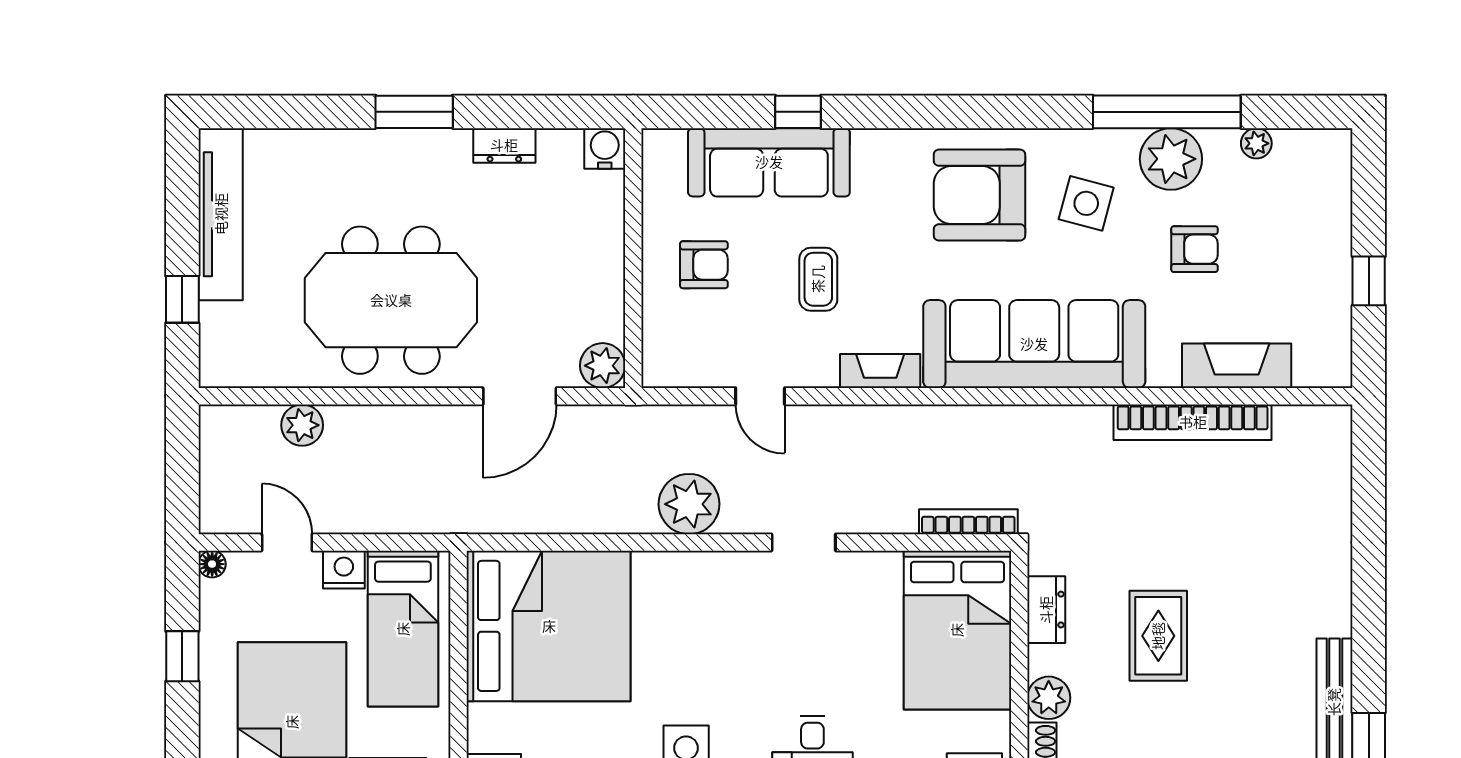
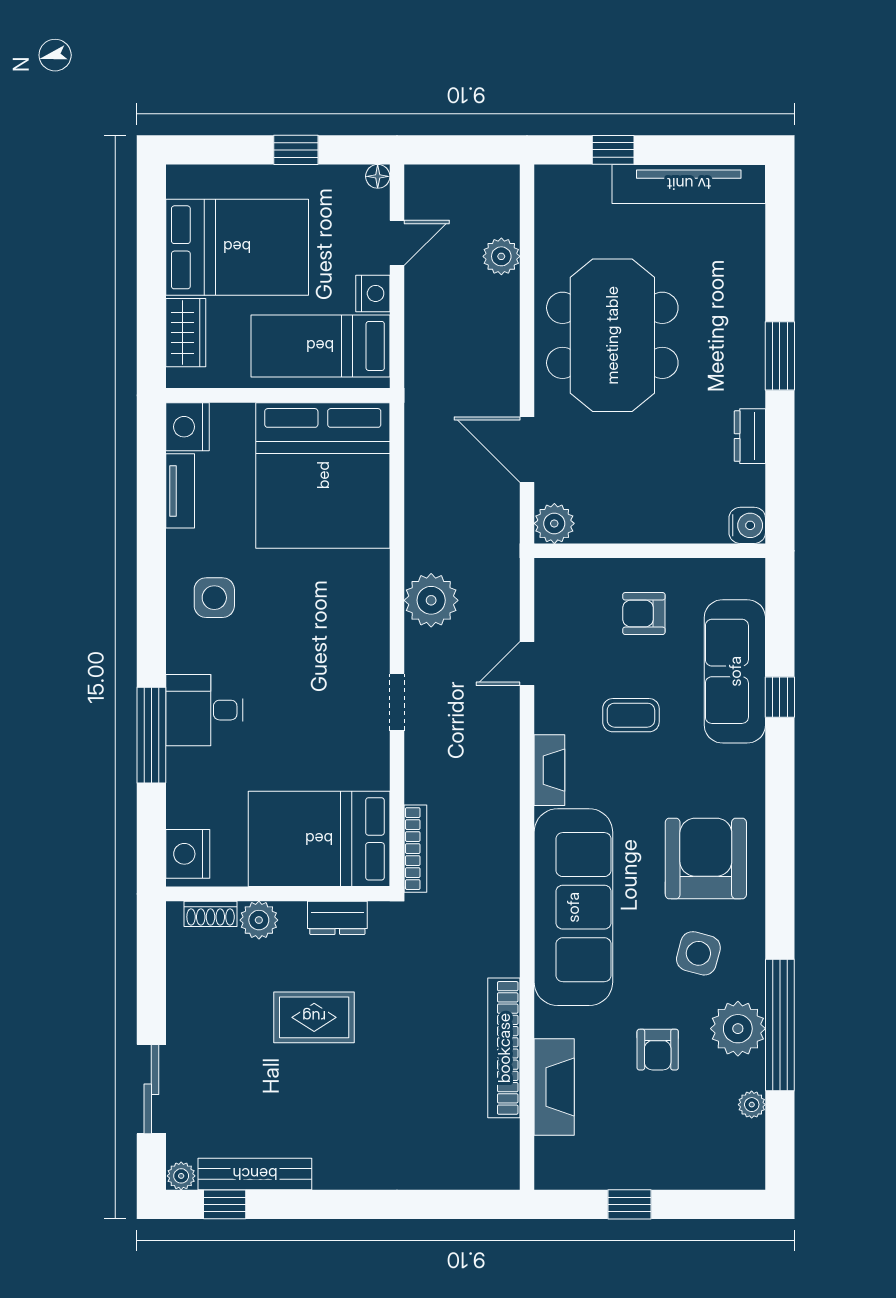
armchair: (704, 265) -> (644, 614), turned 90

